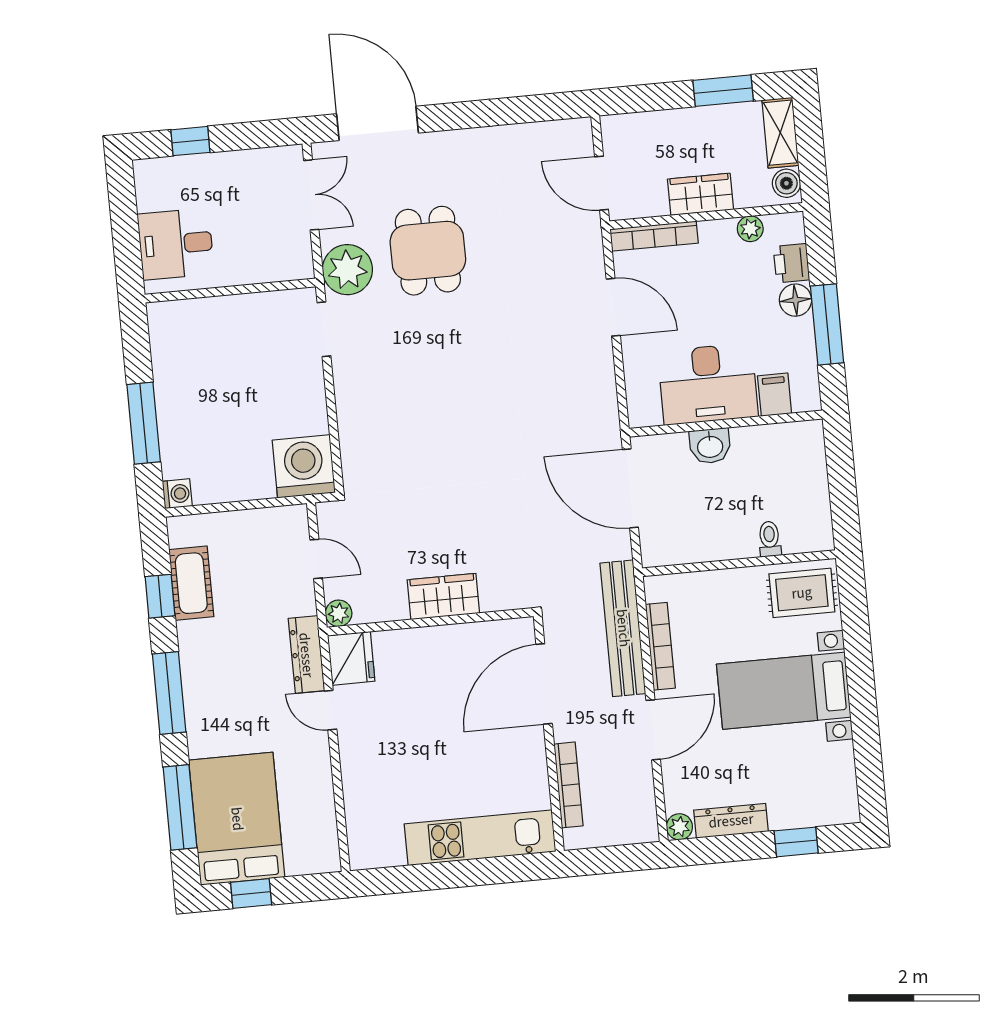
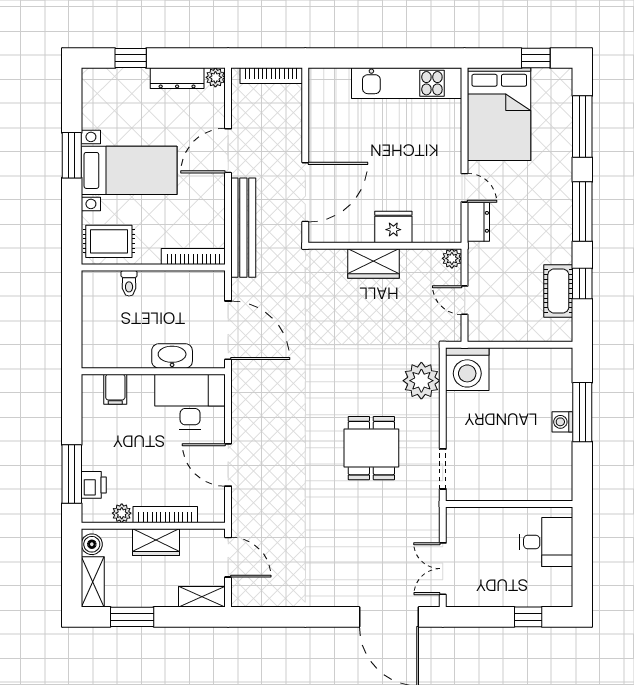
shelving: (632, 127) -> (202, 597), added
bookcase: (654, 236) -> (165, 515), moved
dining table: (428, 251) -> (371, 448), moved
plant: (347, 270) -> (421, 381), moved
floor lamp: (795, 300) -> (93, 458), removed
window: (827, 324) -> (72, 474), moved
desk: (708, 384) -> (190, 402), moved
washbasin: (710, 446) -> (172, 356), width x1.38
washing machine: (177, 494) -> (562, 422), moved
bookcase: (660, 646) -> (193, 256), moved, turned 90
dresser: (306, 655) -> (478, 222), width x0.70
fridge: (351, 658) -> (393, 227), moved, turned 90
window: (863, 704) -> (72, 155), added
bookcase: (568, 785) -> (271, 76), moved, turned -90
bed: (237, 819) -> (499, 114), moved
kitchen unit: (480, 838) -> (407, 83), moved

